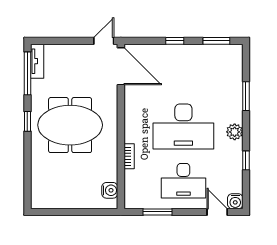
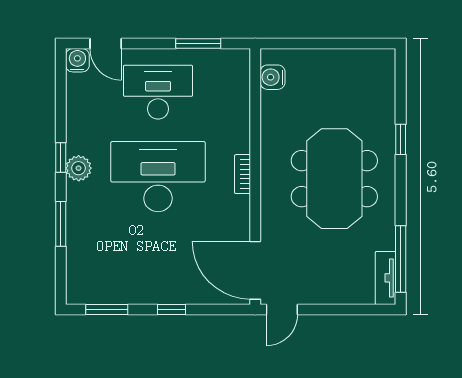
window: (27, 121) -> (401, 139), moved
meeting table: (70, 125) -> (334, 179), turned 90
bookcase: (129, 156) -> (242, 174), moved
window: (246, 160) -> (61, 157), moved

